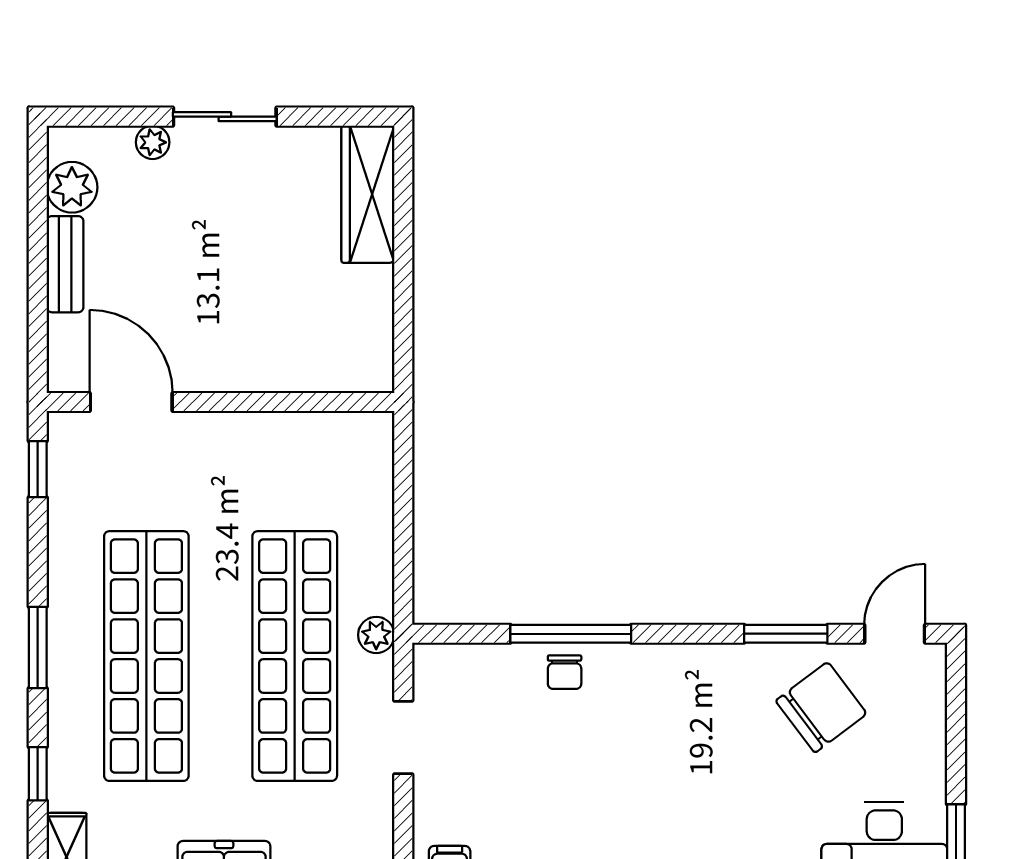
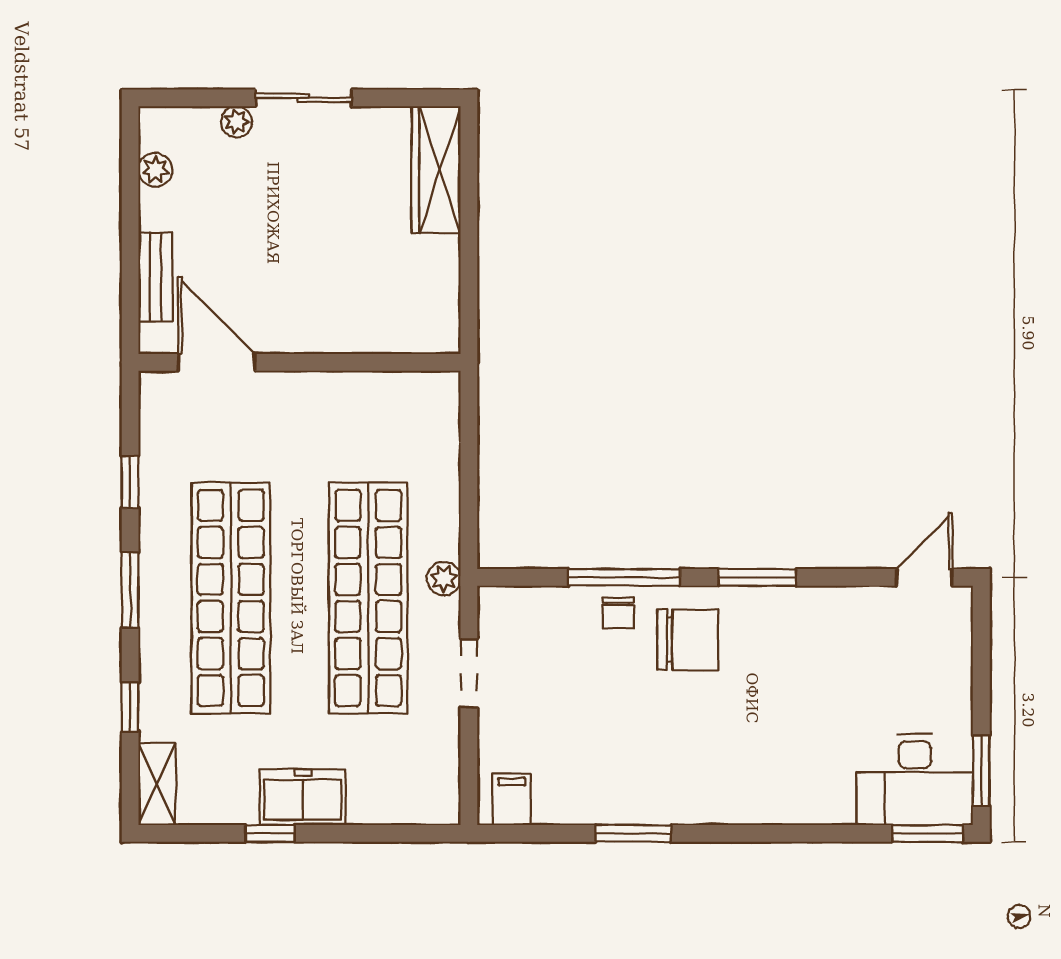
plant: (72, 187) -> (155, 170), width x0.73, depth x0.73
bench: (65, 264) -> (155, 277), moved
window: (38, 469) -> (130, 482), moved
window: (786, 634) -> (757, 577), moved
chair: (821, 707) -> (688, 640), moved, turned 37

